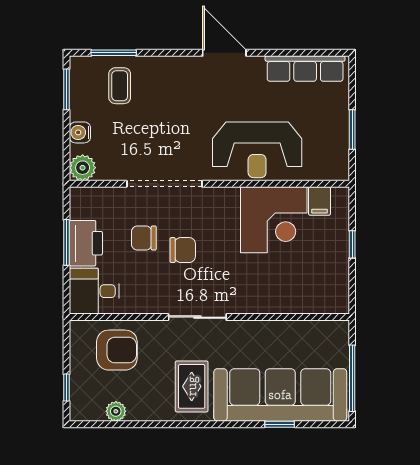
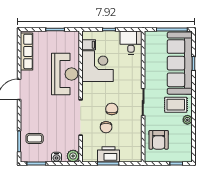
desk: (94, 291) -> (131, 42), moved, turned 180
armchair: (117, 350) -> (159, 140), turned 180
plant: (116, 411) -> (187, 120), moved

